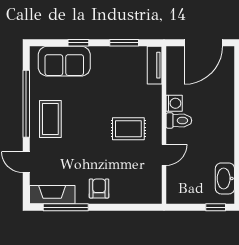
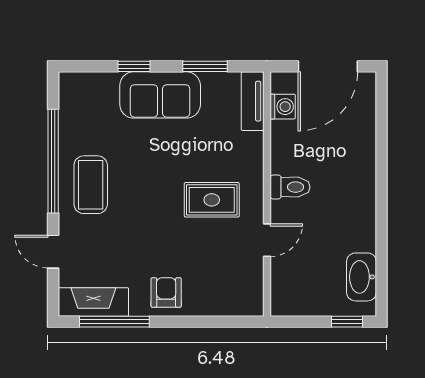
sofa: (64, 61) -> (160, 95), moved
washing machine: (174, 103) -> (283, 107), moved

